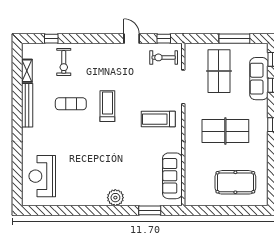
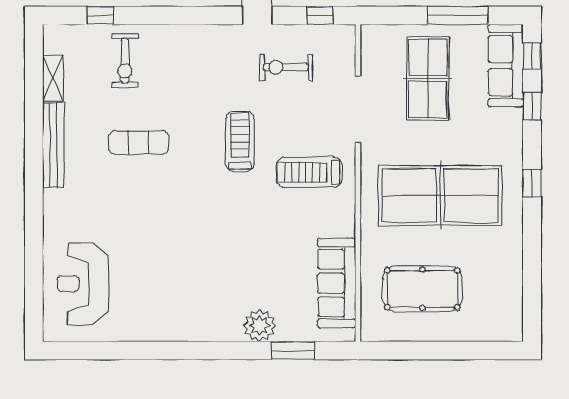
exercise bike: (164, 57) -> (286, 67), moved
sofa: (259, 79) -> (506, 66), moved
treadmill: (107, 106) -> (240, 141), moved
table tennis table: (225, 131) -> (440, 196), width x1.36, depth x1.32
pool table: (235, 182) -> (422, 289), moved
plant: (115, 198) -> (260, 326), moved

